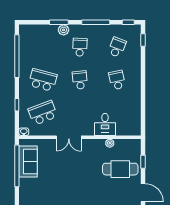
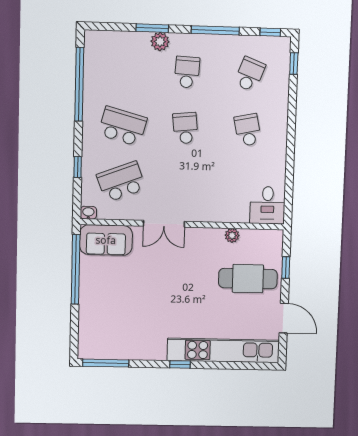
desk: (105, 124) -> (267, 205), moved
sofa: (28, 161) -> (106, 240), moved, turned 90

